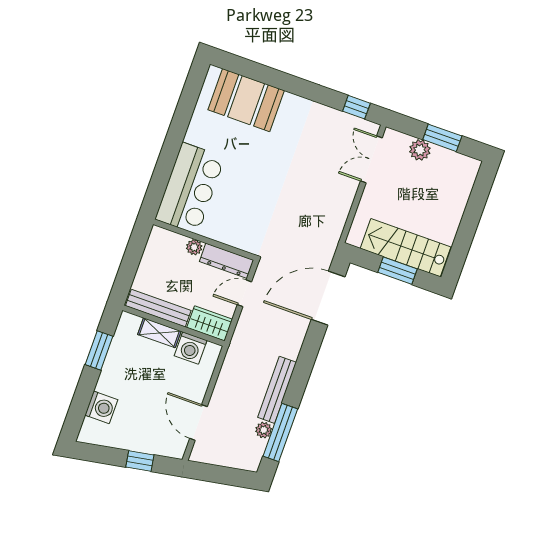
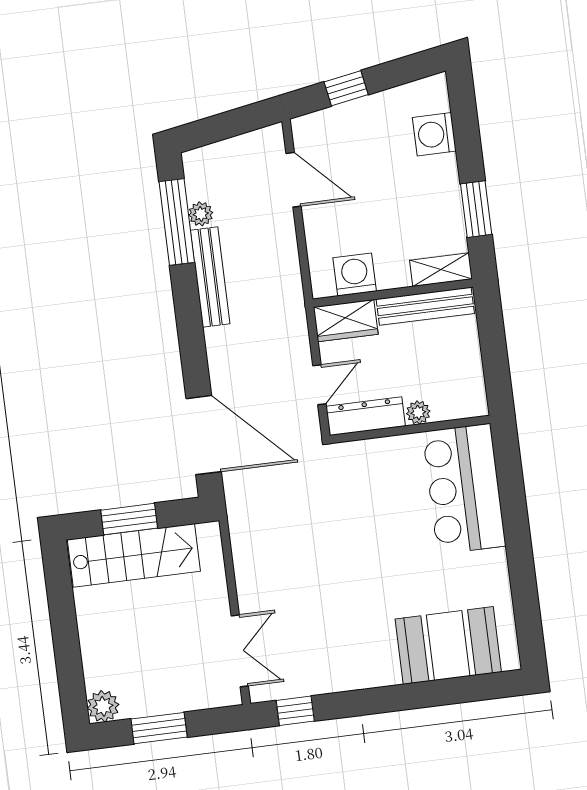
plant: (420, 150) -> (103, 706), moved
door: (328, 298) -> (204, 435), hinge flipped
shelving: (159, 333) -> (441, 270), moved

